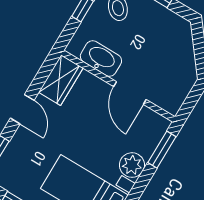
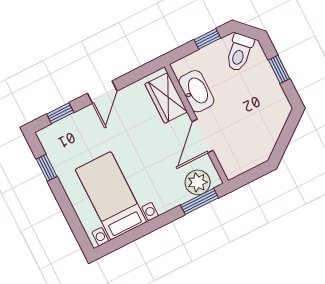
wardrobe: (61, 80) -> (166, 98), moved, turned 90
plant: (132, 165) -> (198, 182), moved

